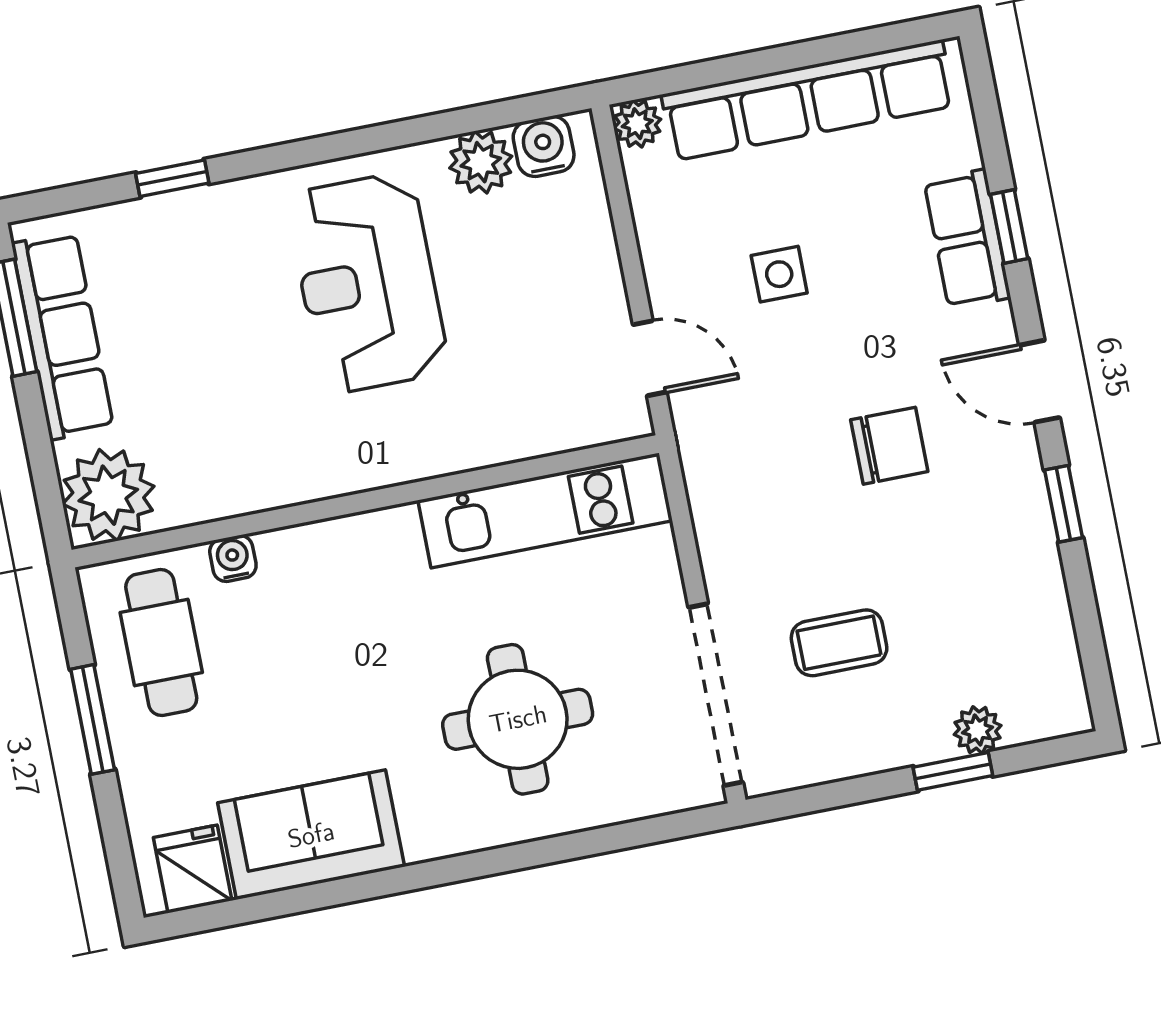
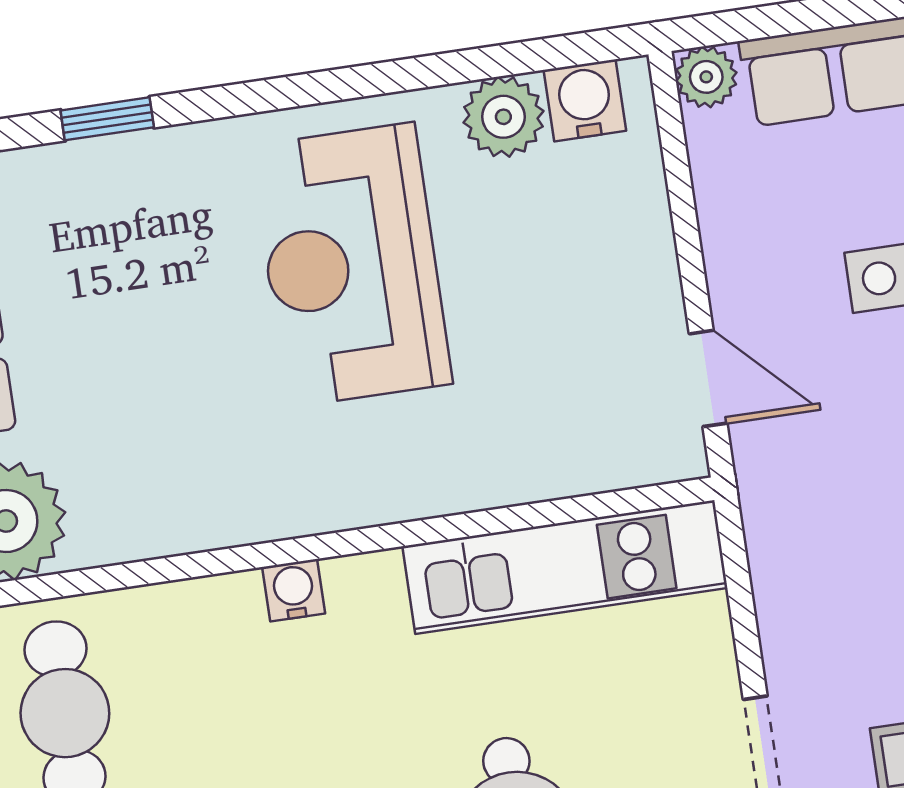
water cooler: (233, 558) -> (294, 590), moved

